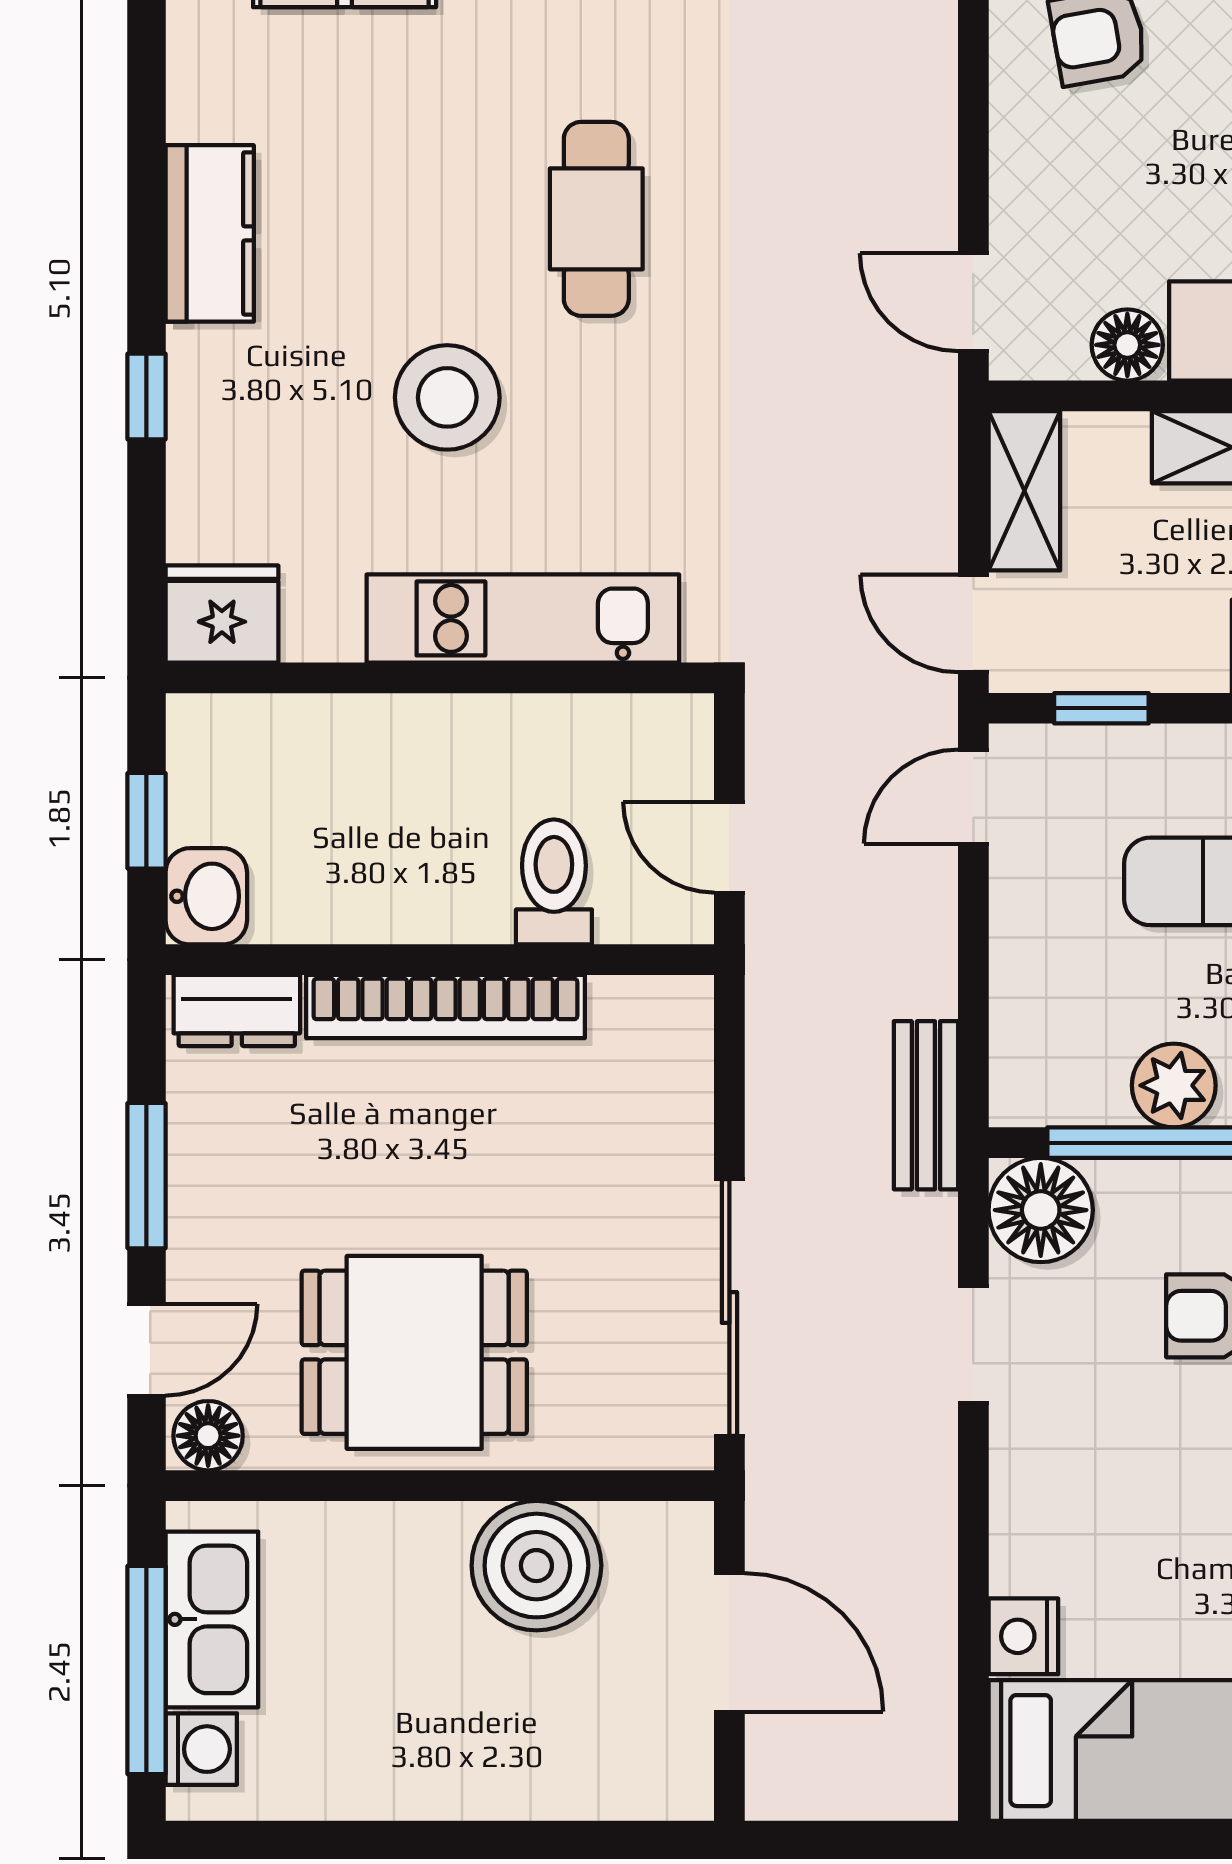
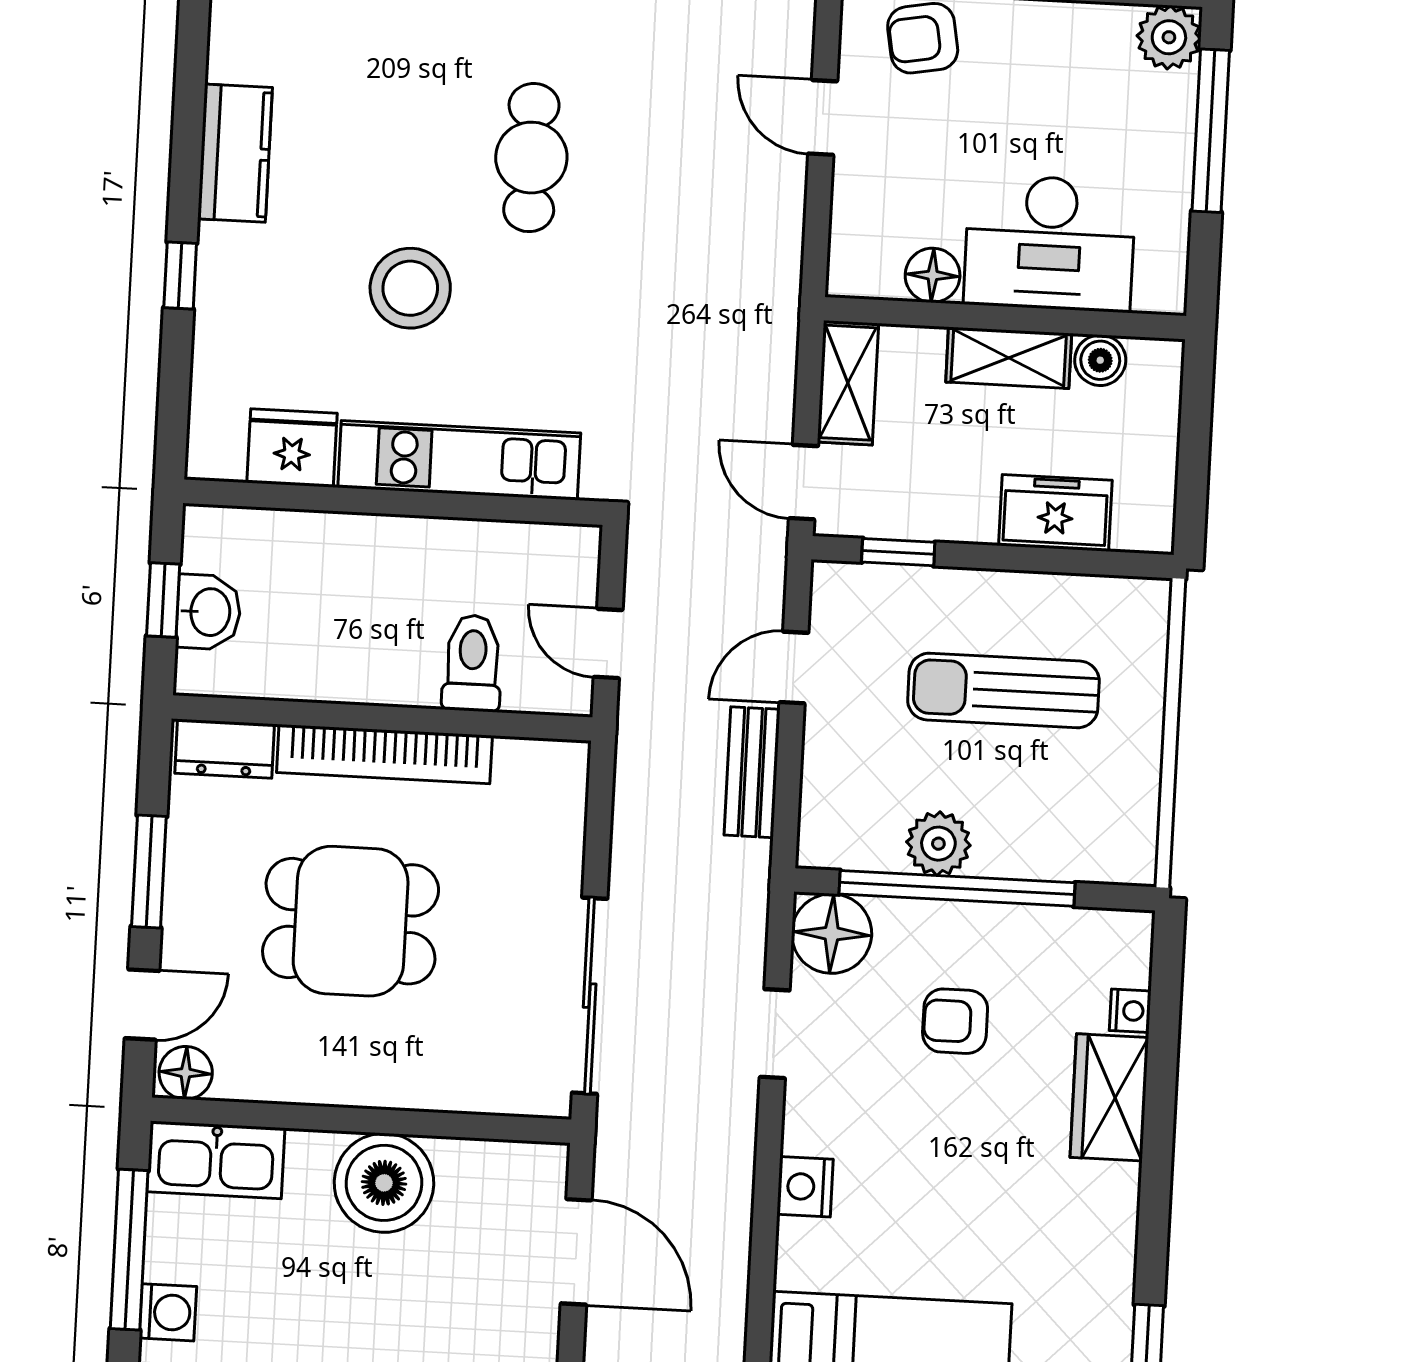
door: (973, 302) -> (823, 117), moved
fridge: (222, 614) -> (292, 448), moved
door: (973, 797) -> (794, 668), moved
washbasin: (206, 896) -> (208, 612), moved
bench: (926, 1105) -> (752, 772), moved
dining table: (414, 1352) -> (351, 921), moved
boiler: (536, 1566) -> (384, 1183), moved
kitchen sink: (212, 1619) -> (216, 1160), moved, turned 90
nightstand: (1023, 1636) -> (805, 1187), moved

